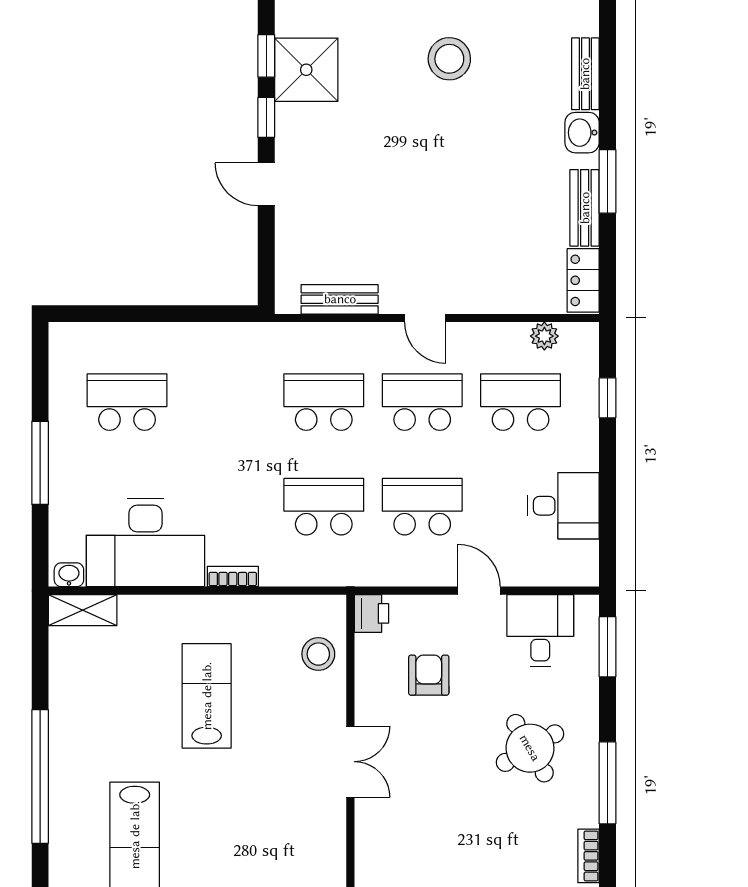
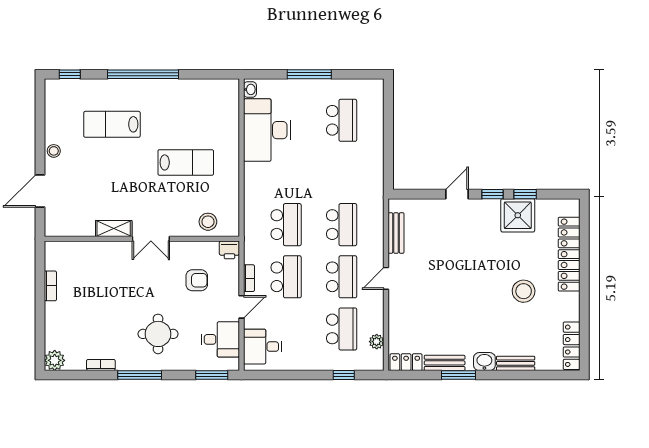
desk: (563, 506) -> (263, 347), moved, turned 90
bookcase: (233, 577) -> (249, 278), moved
shelving: (83, 610) -> (114, 228), moved, turned 90
round table: (530, 748) -> (158, 334), turned 30

